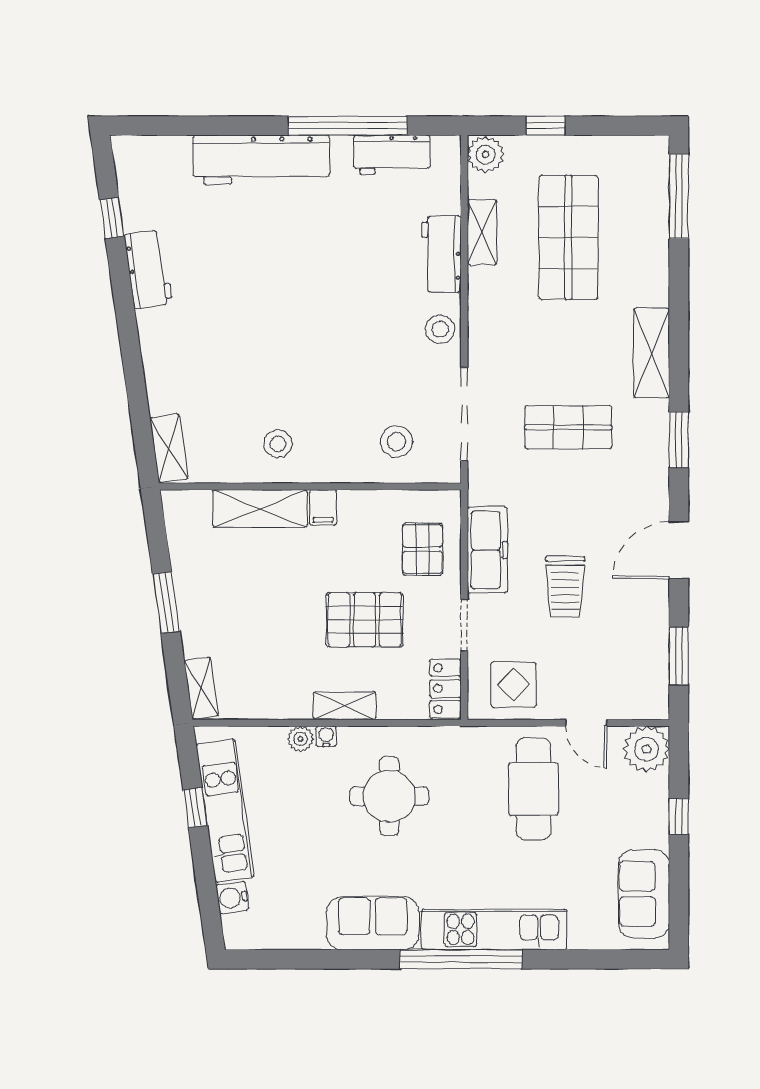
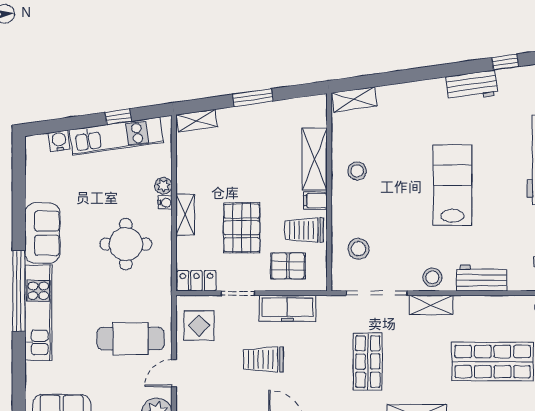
shelving: (482, 232) -> (431, 305), moved
lab bench: (300, 299) -> (452, 185), added
trolley: (368, 525) -> (304, 230), added

